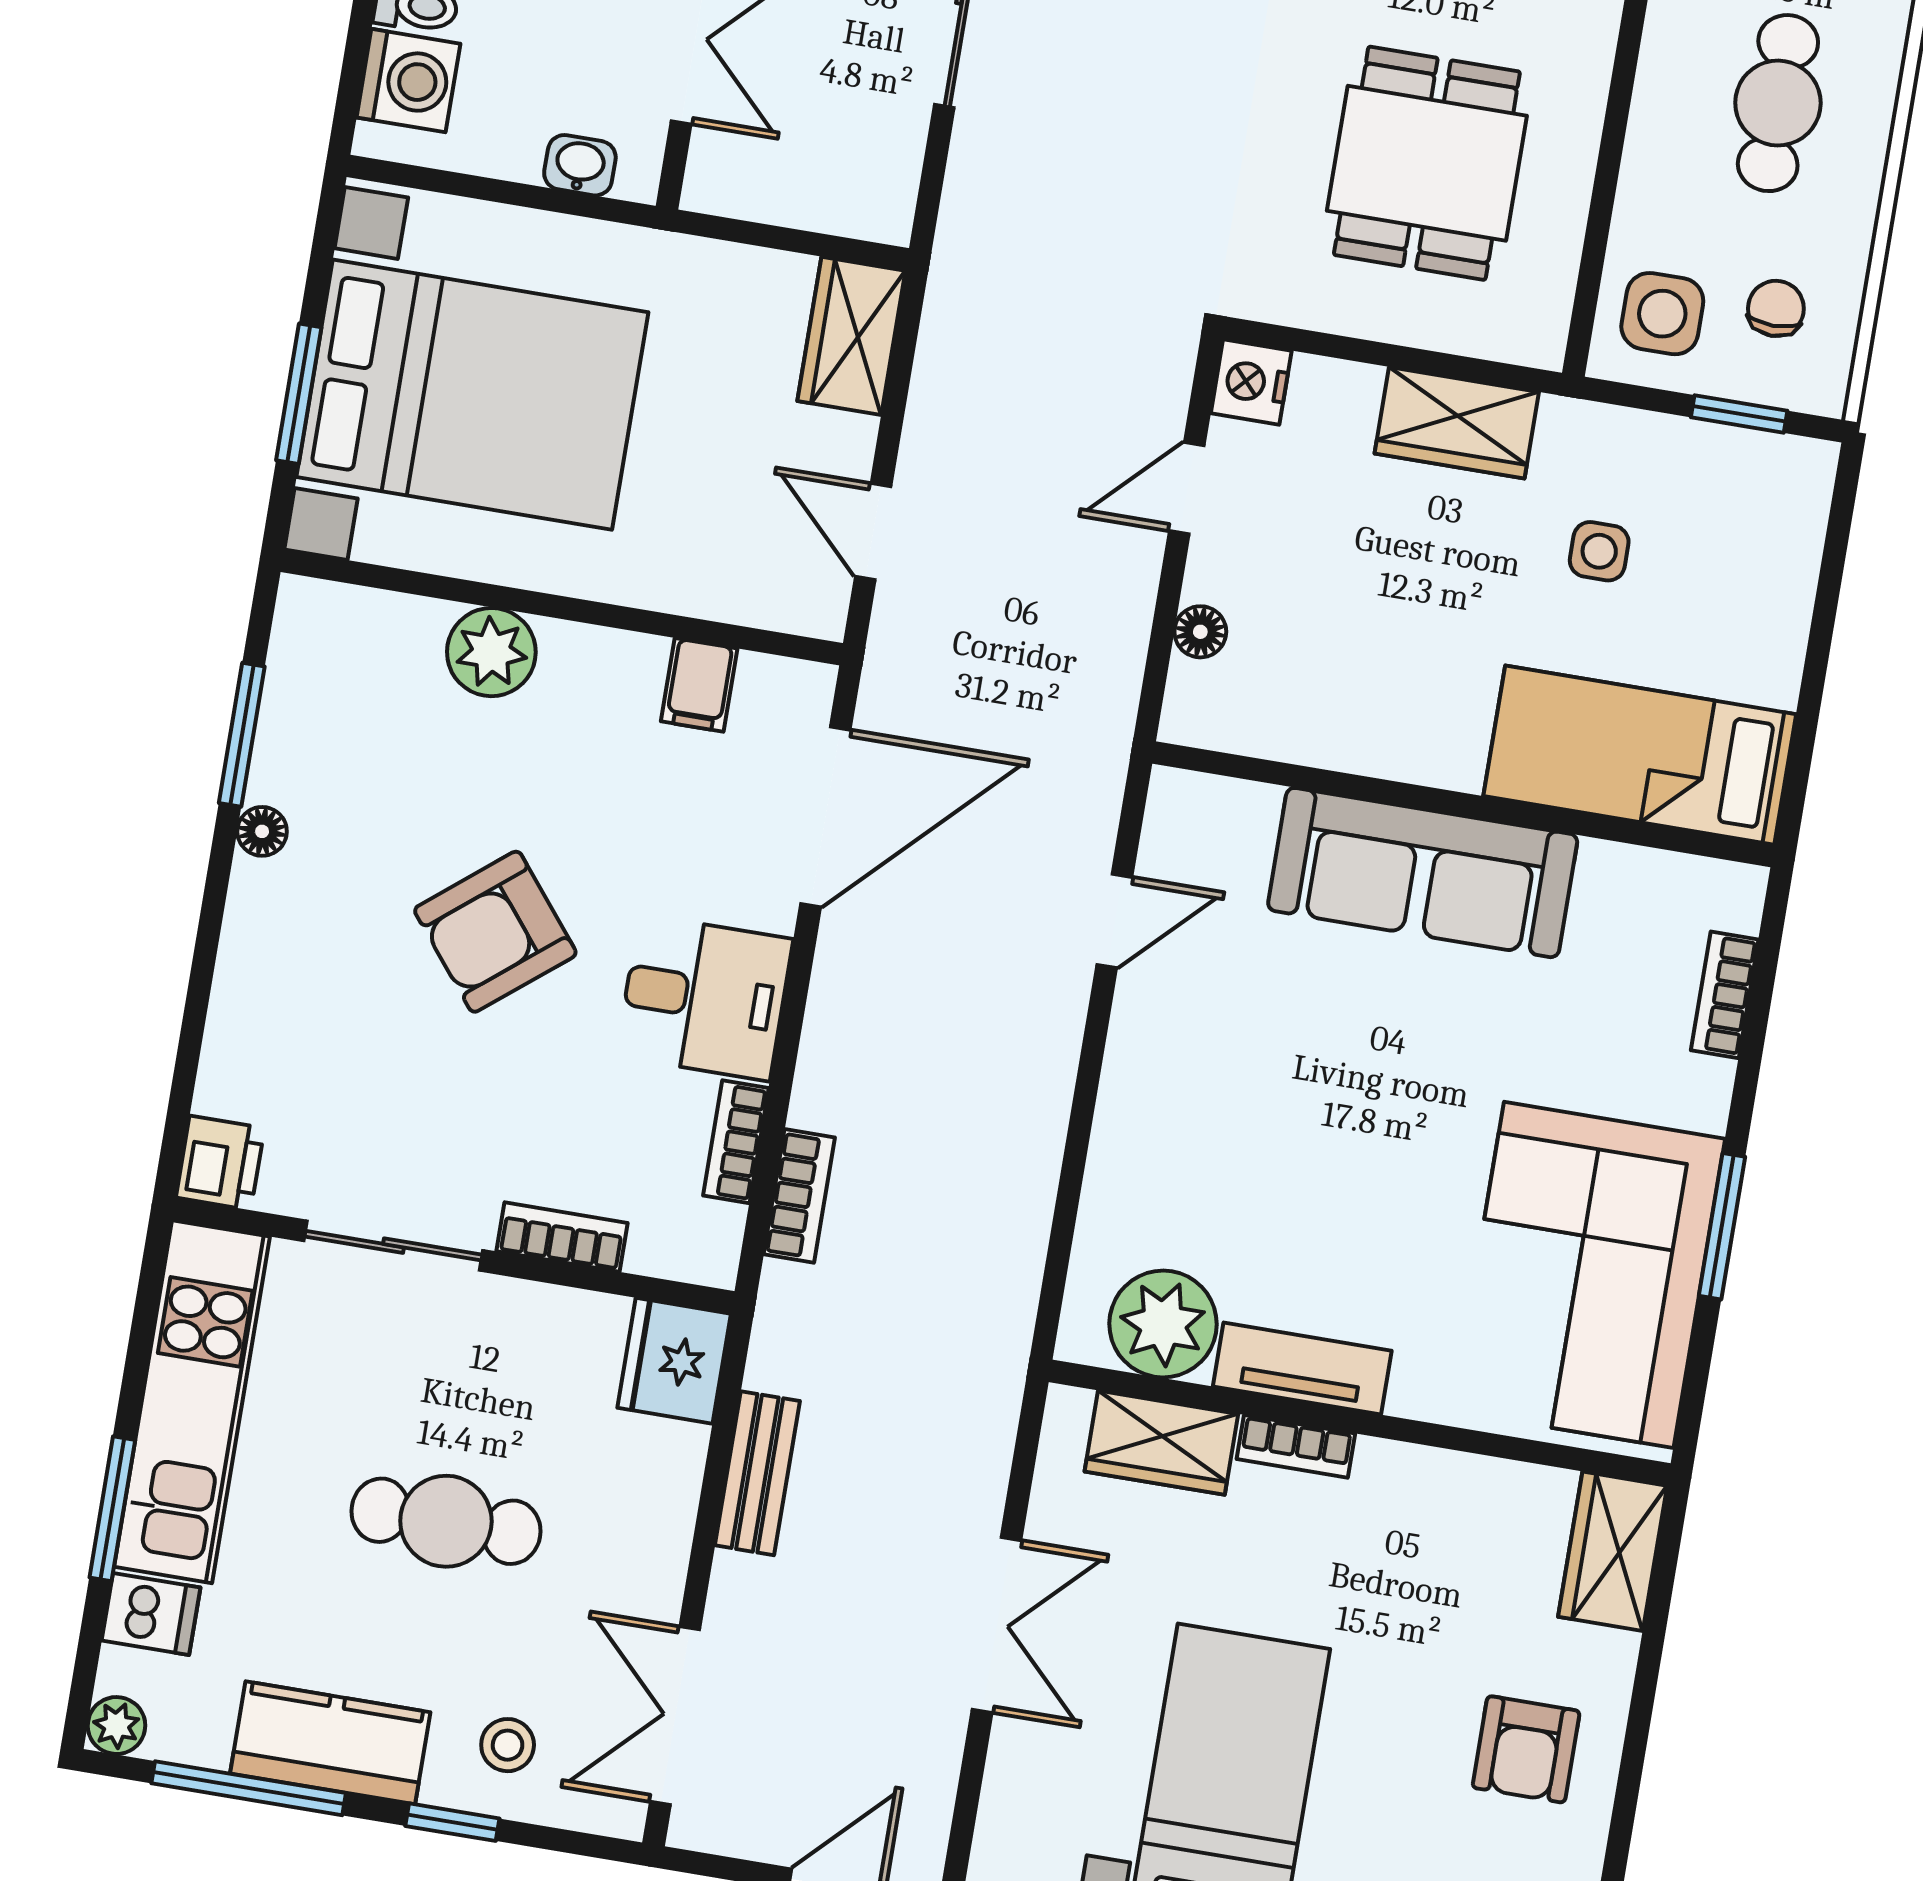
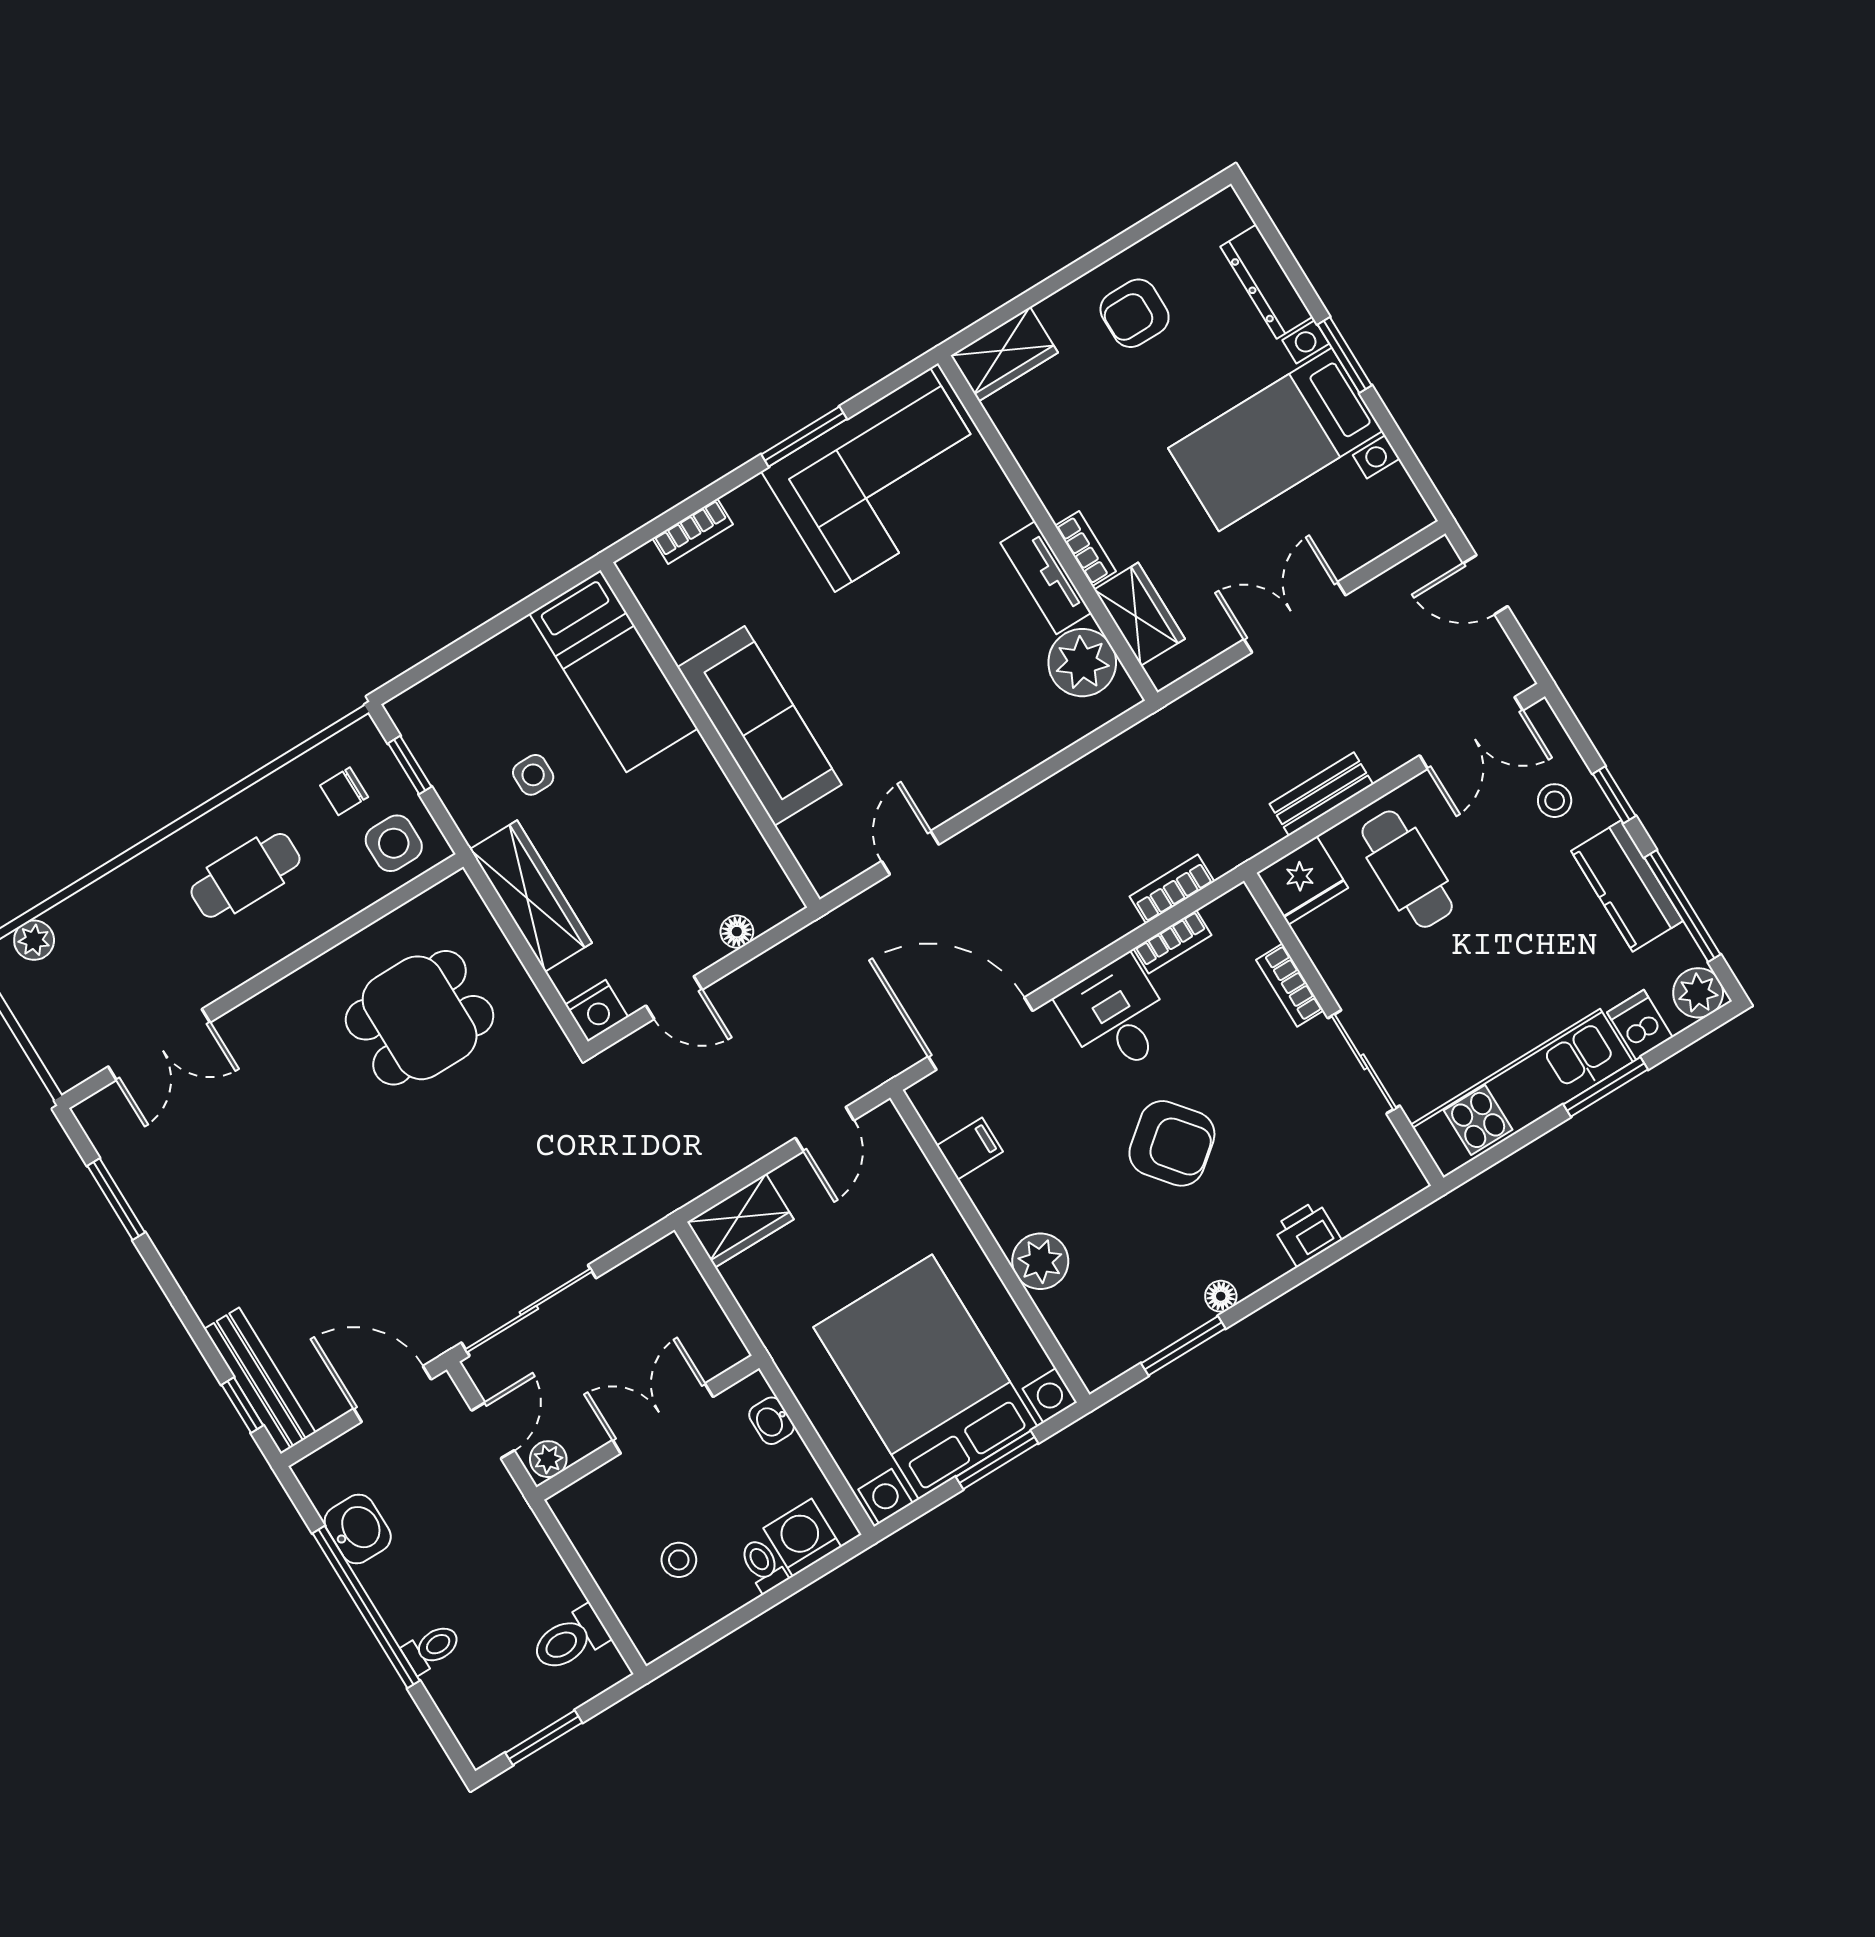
wardrobe: (1457, 423) -> (531, 896), width x1.50
door: (1114, 921) -> (910, 853), hinge flipped
printer: (220, 1163) -> (1307, 1233), moved
cafe table: (446, 1521) -> (1407, 869), moved
plant: (116, 1726) -> (1698, 993), width x1.38, depth x1.38
armchair: (1526, 1749) -> (1135, 313), turned 180

